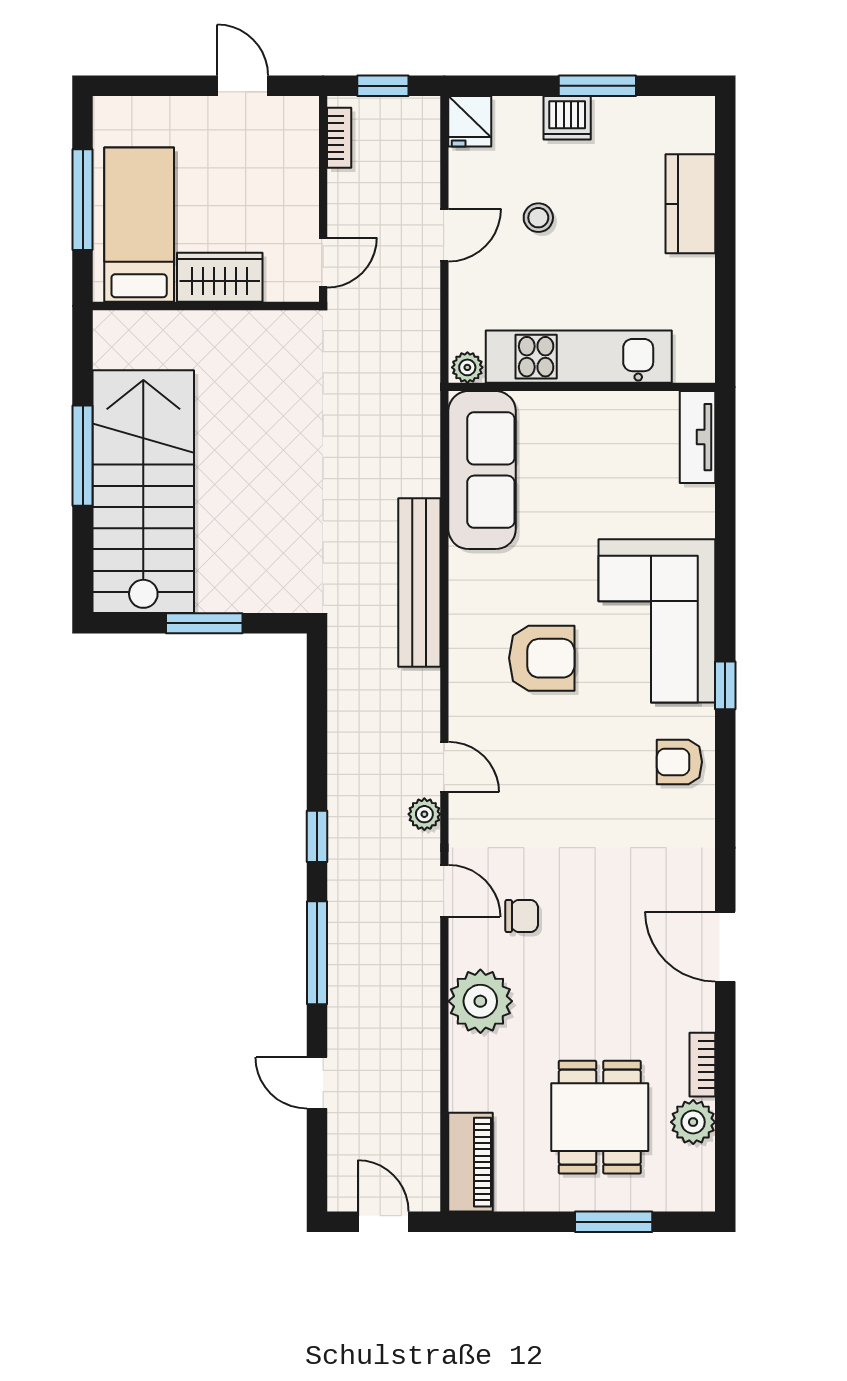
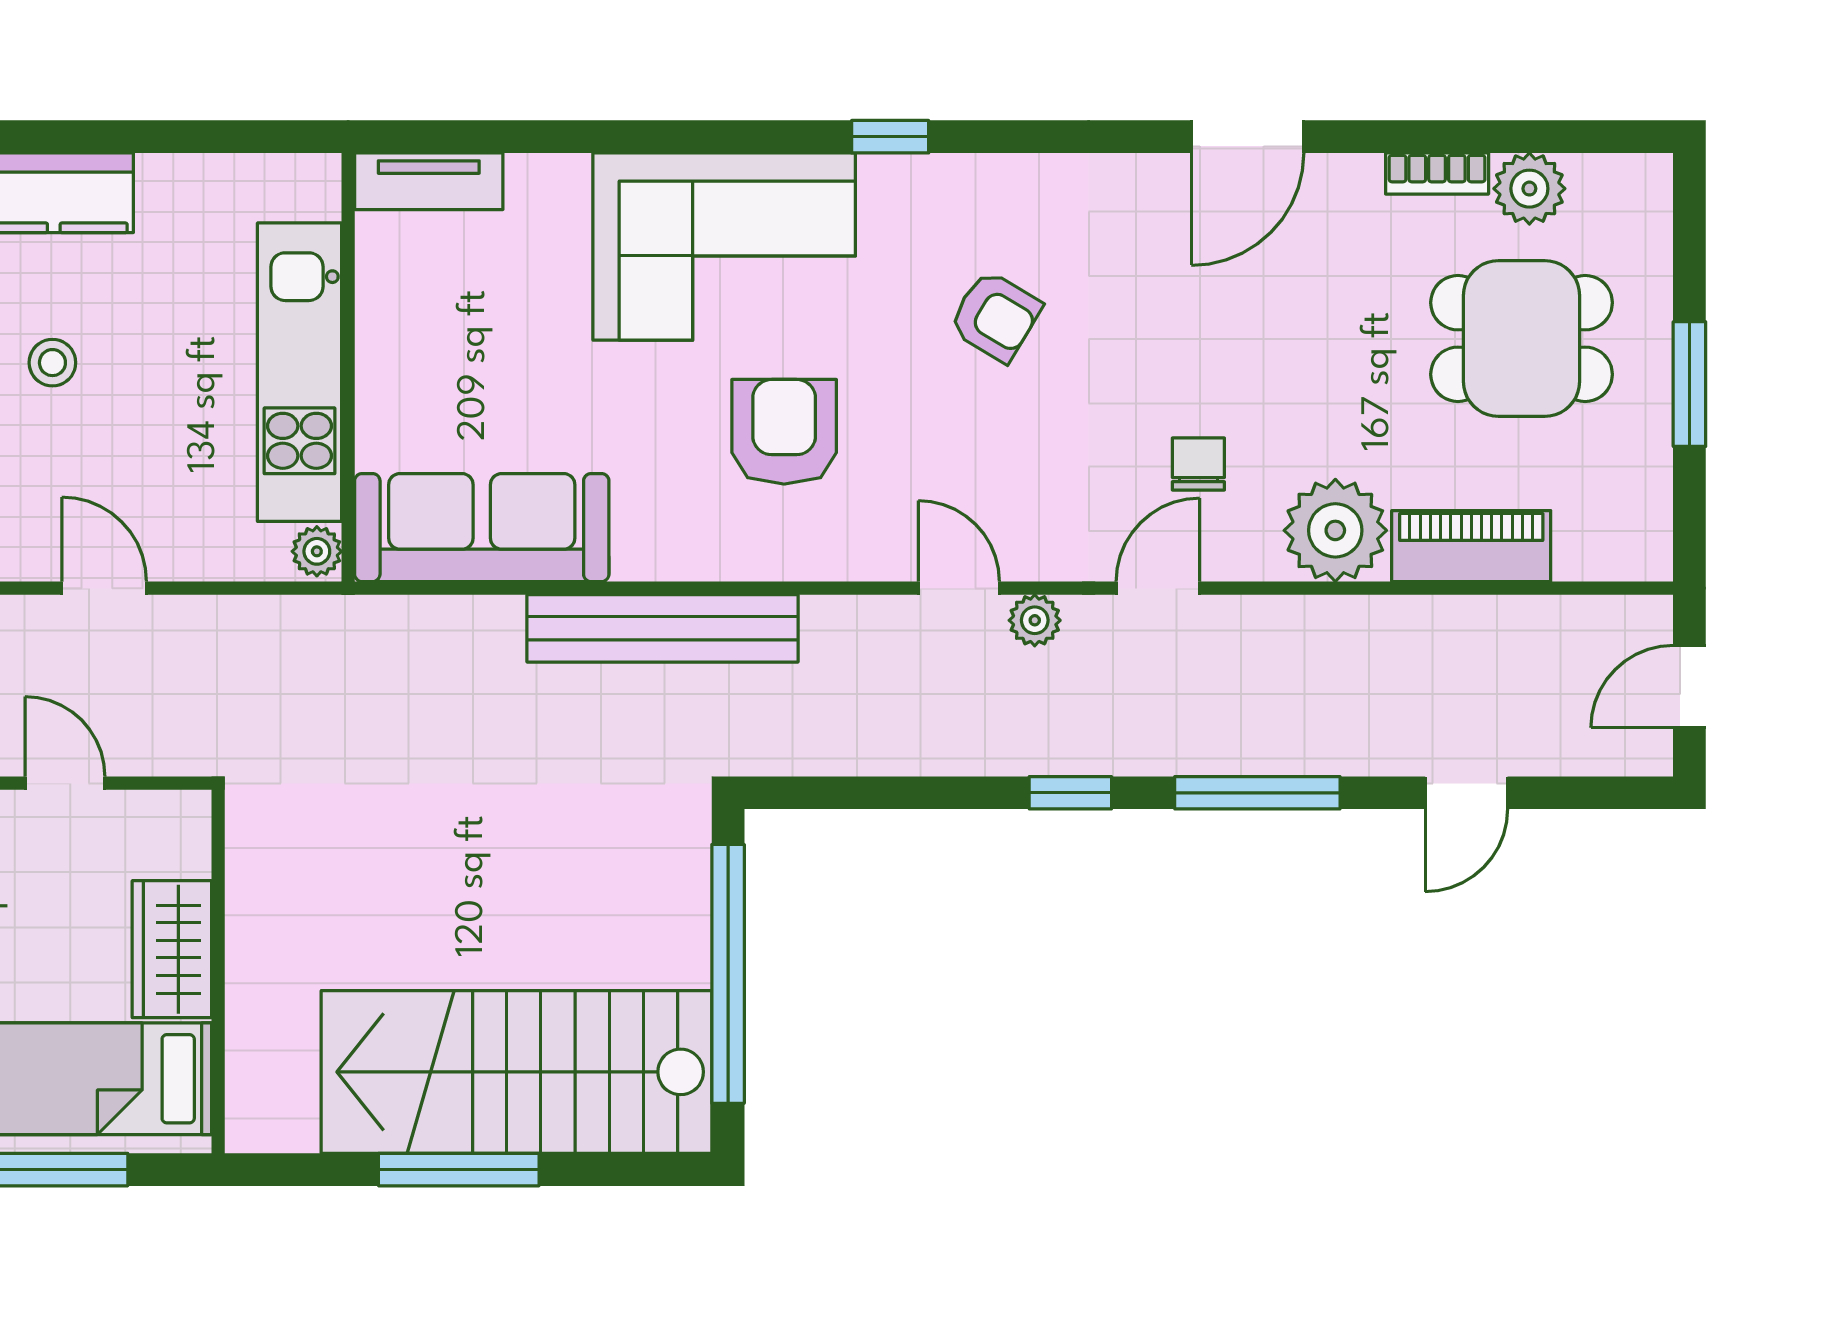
stool: (538, 218) -> (52, 363), moved
door: (323, 263) -> (65, 783), moved
window: (204, 623) -> (728, 974), width x2.11
window: (725, 685) -> (890, 137), moved
armchair: (679, 762) -> (995, 316), moved, turned -59
door: (444, 767) -> (959, 588), hinge flipped
piano: (471, 1162) -> (1471, 546), moved
window: (614, 1222) -> (1689, 384), moved

